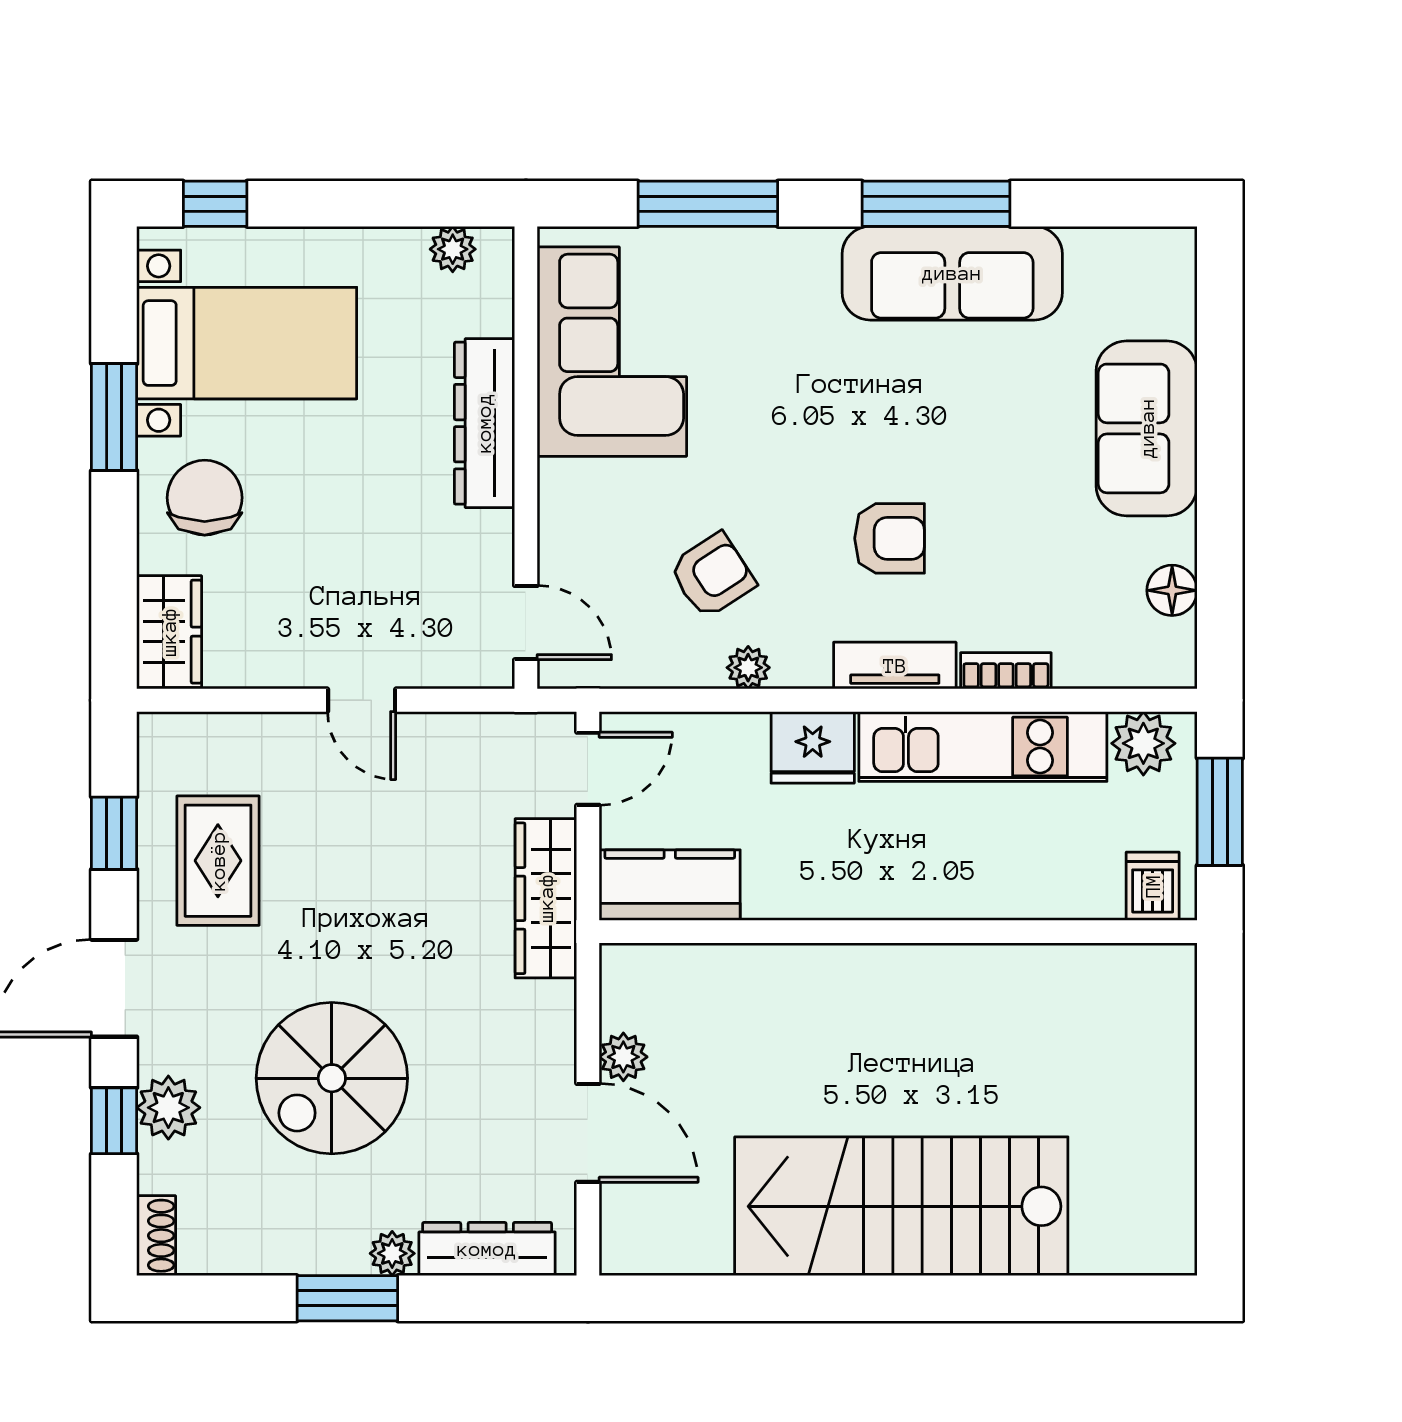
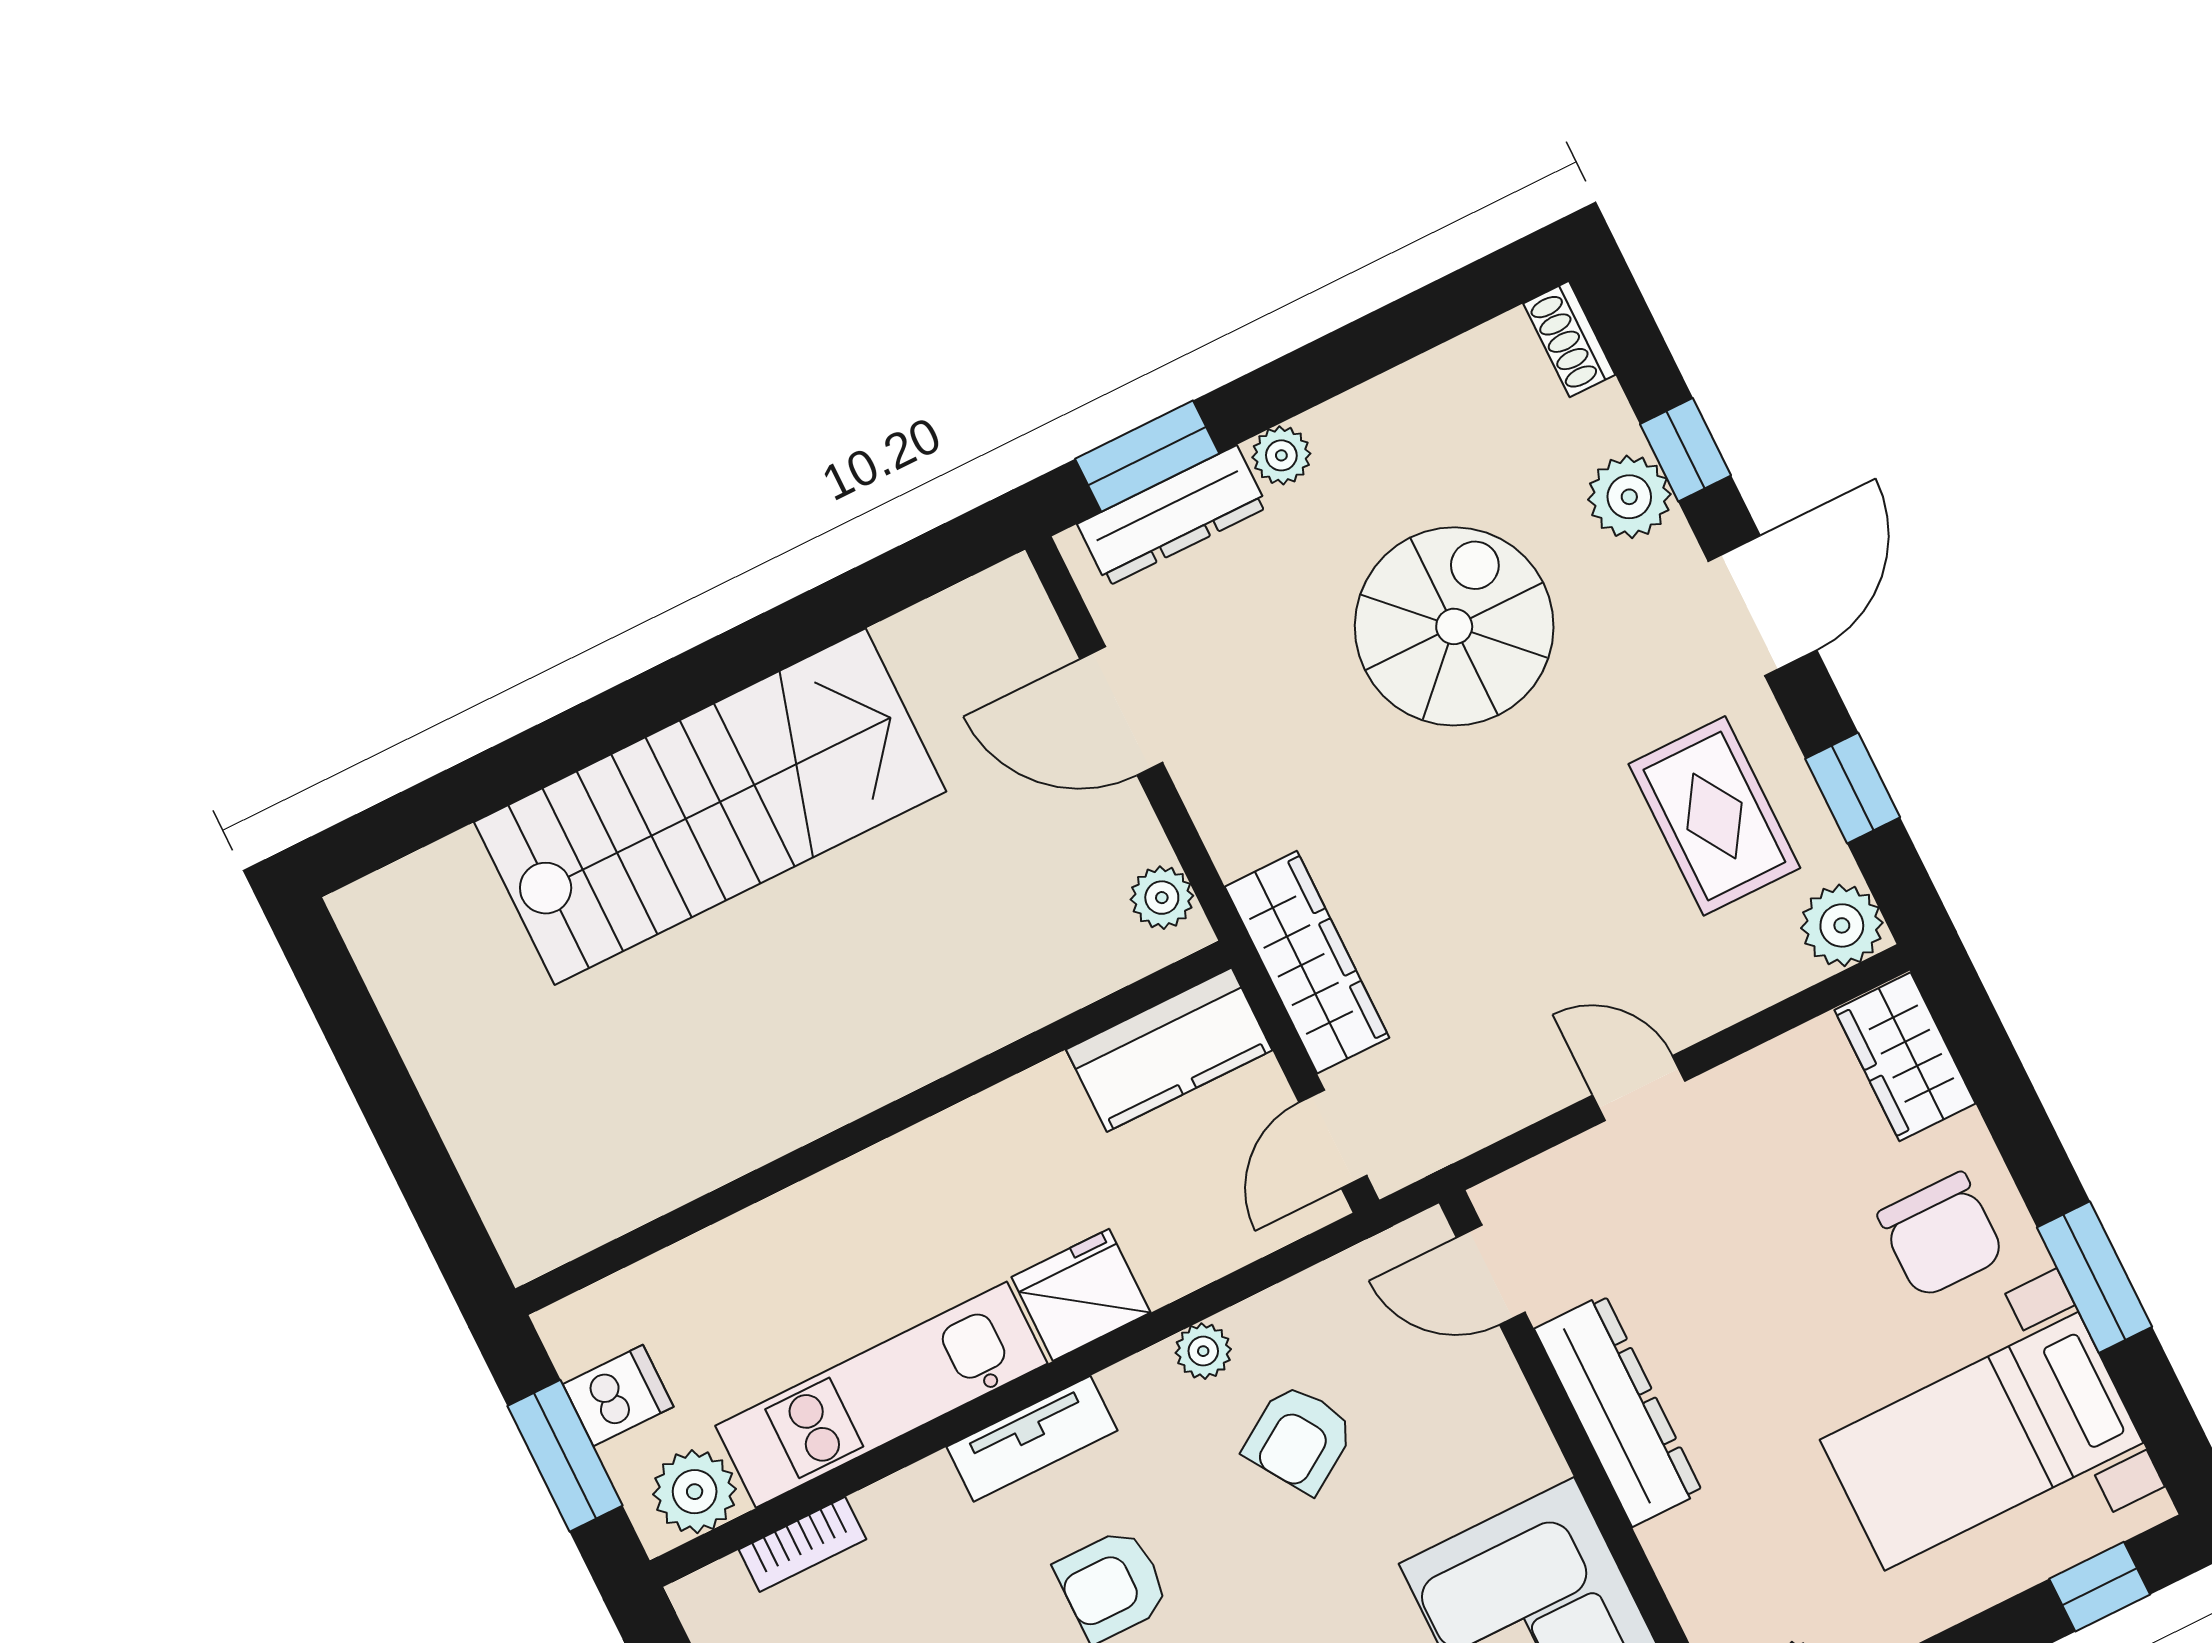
dresser: (484, 423) -> (1618, 1410), moved
bookcase: (1006, 671) -> (802, 1544), moved
plant: (168, 743) -> (1842, 925), added
dishwasher: (1153, 886) -> (618, 1396), moved, turned -90
plant: (623, 1057) -> (1162, 898), moved
window: (347, 1298) -> (1147, 456), moved

